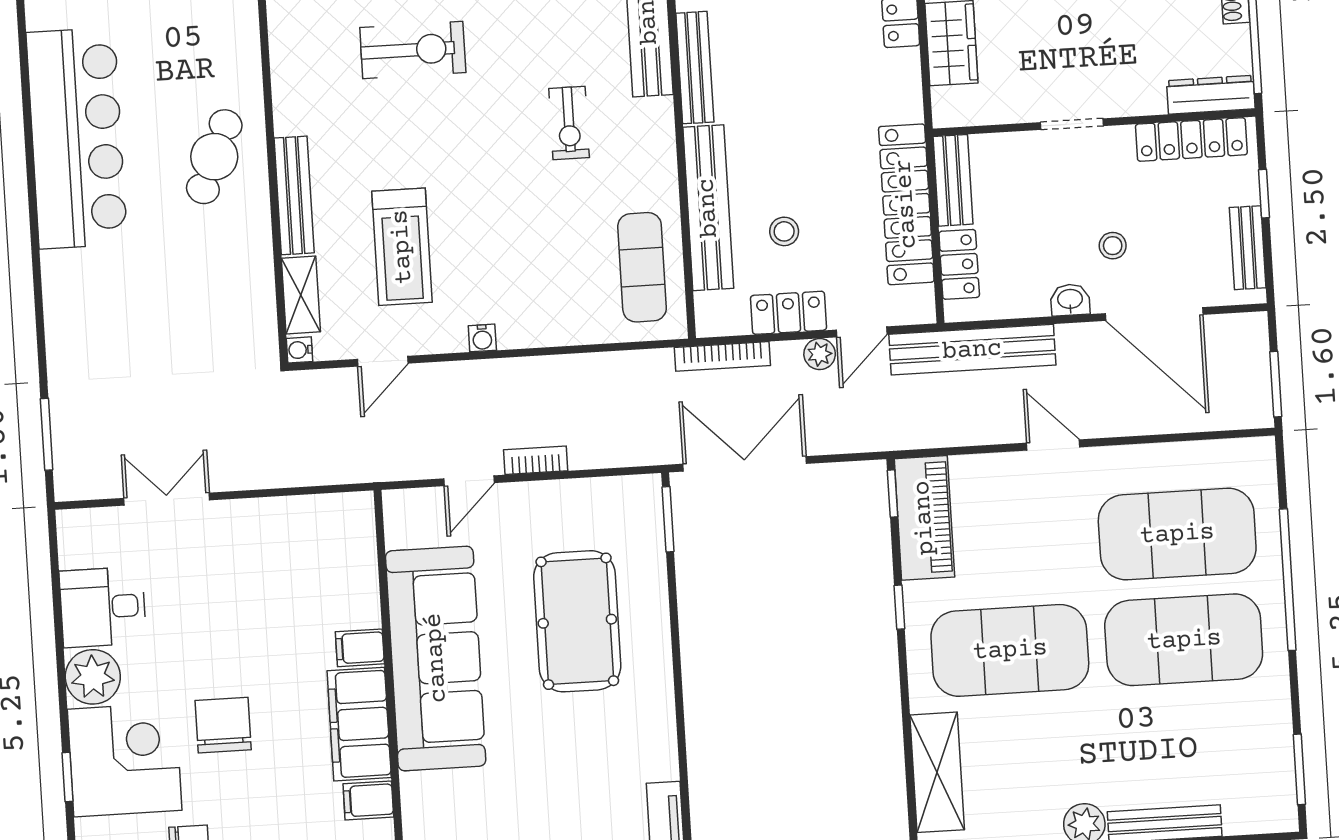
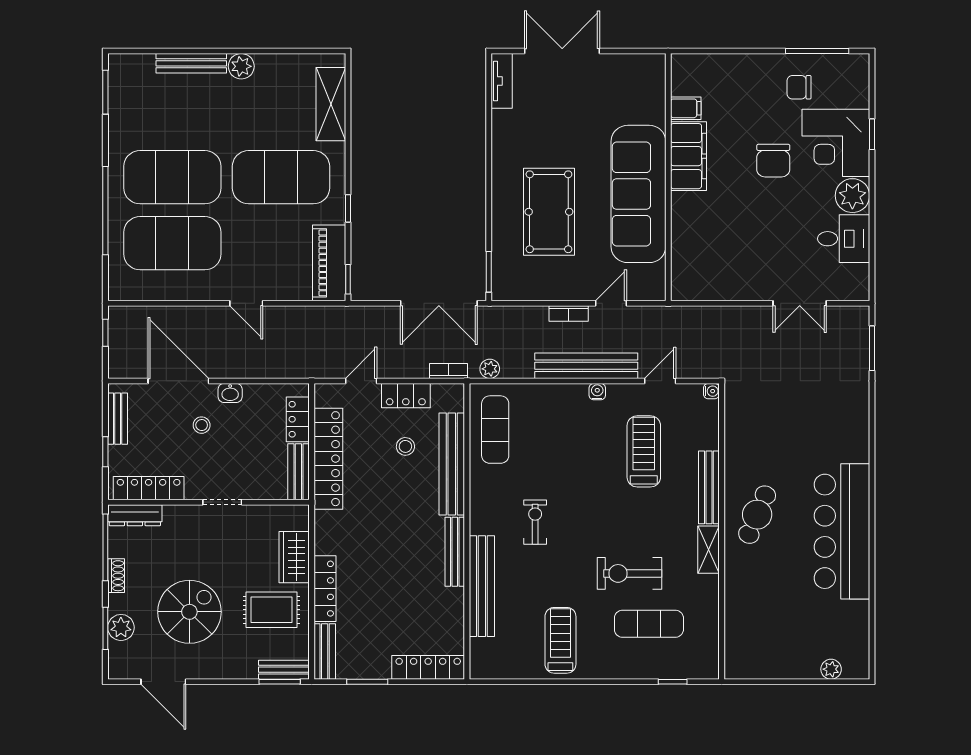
shelving: (301, 295) -> (708, 550), moved
bench: (972, 350) -> (586, 366), moved
plant: (820, 354) -> (490, 369), moved
bookcase: (722, 356) -> (449, 371), width x0.64
window: (1276, 384) -> (105, 333), width x0.67
filing cabinet: (360, 648) -> (685, 204), removed

